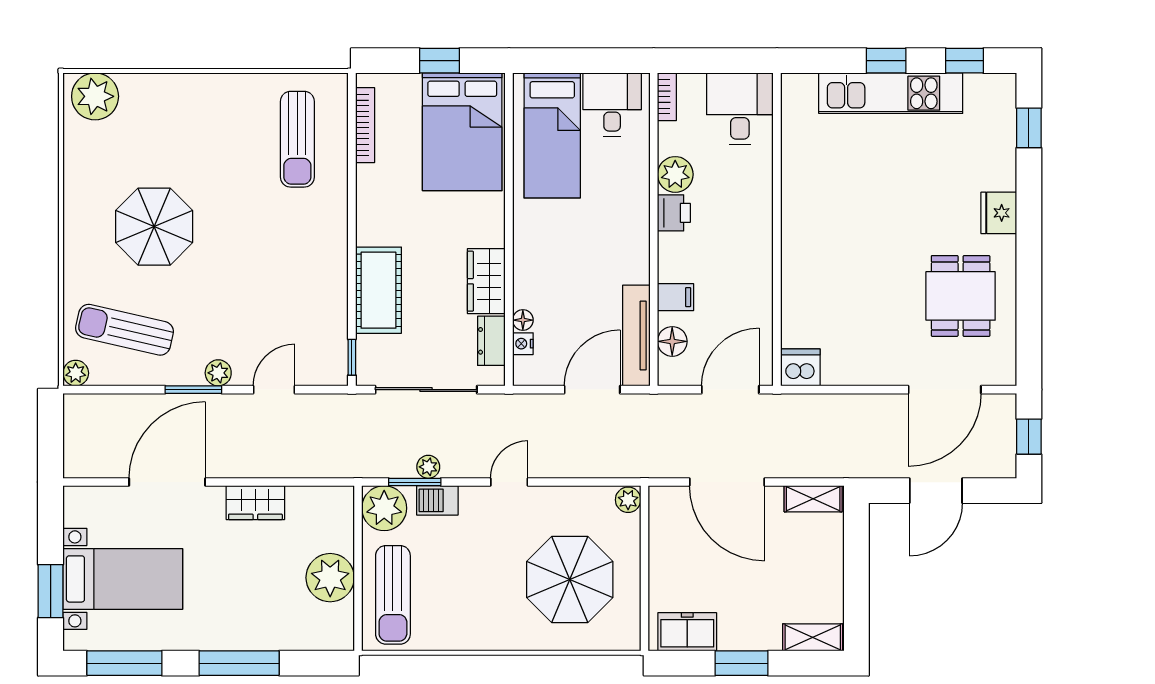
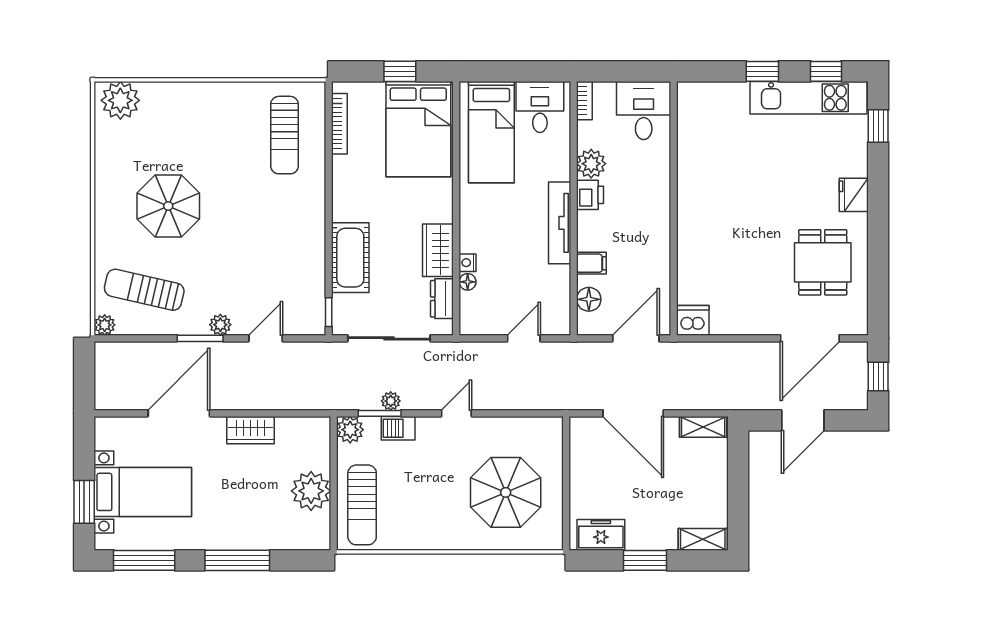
kitchen unit: (891, 93) -> (808, 98), moved
tv unit: (636, 335) -> (560, 223), moved
nightstand: (523, 344) -> (468, 263), moved
door: (592, 390) -> (524, 338), width x0.73
plant: (628, 500) -> (553, 428), removed
plant: (384, 508) -> (350, 430), width x0.73, depth x0.73

